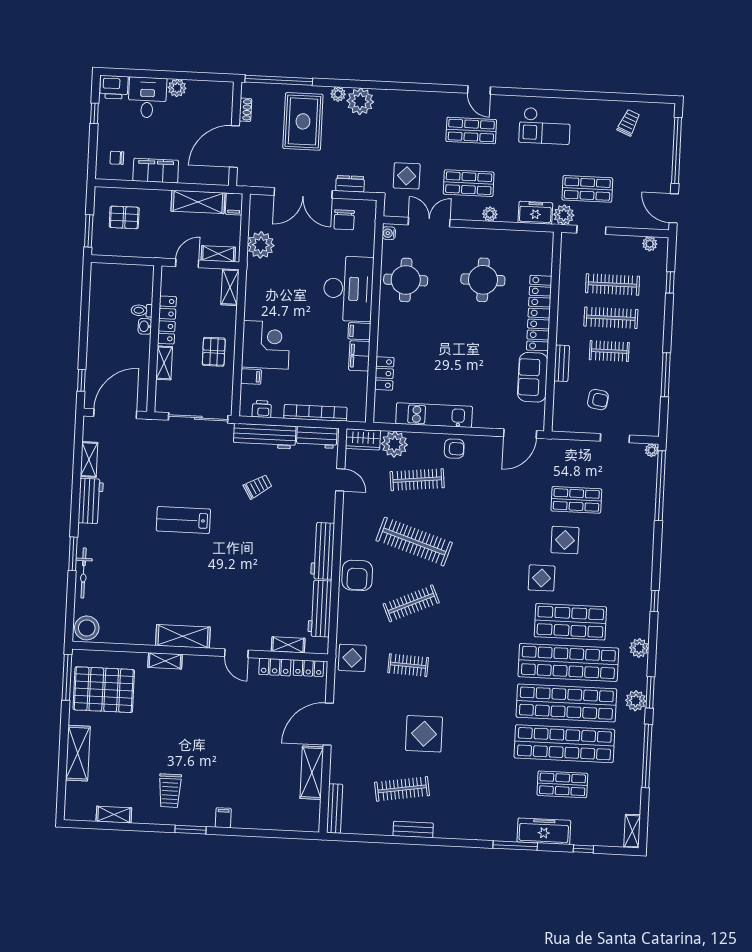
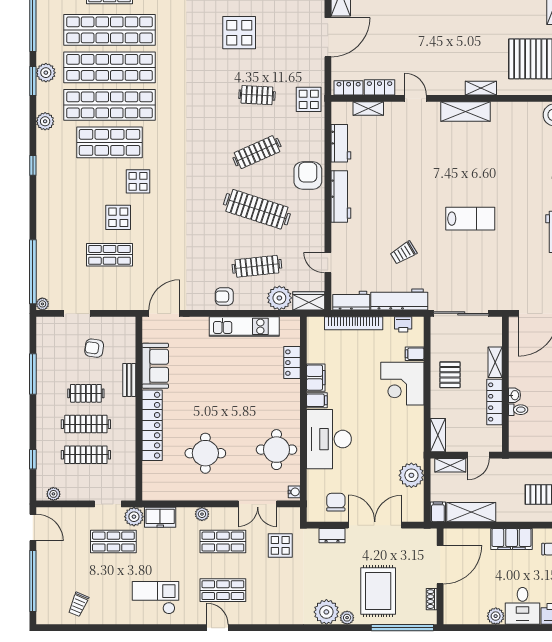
workbench: (320, 609) -> (341, 143), width x0.73

